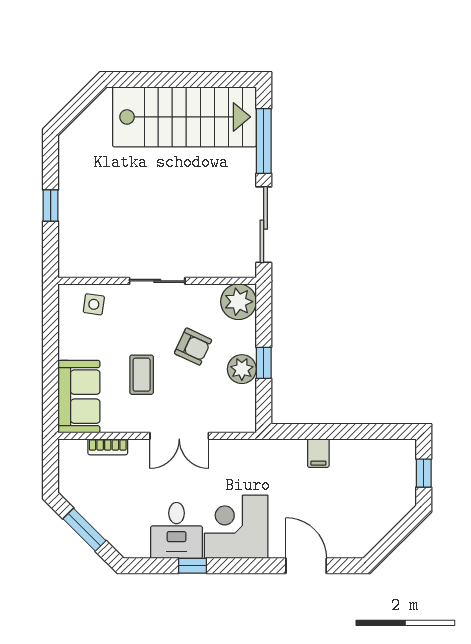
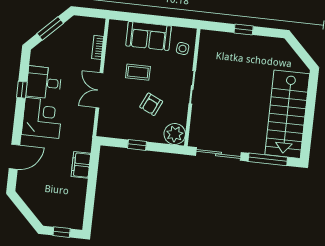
plant: (242, 369) -> (135, 132), removed
sofa: (79, 397) -> (149, 36), moved
filing cabinet: (318, 453) -> (81, 165), width x2.00

